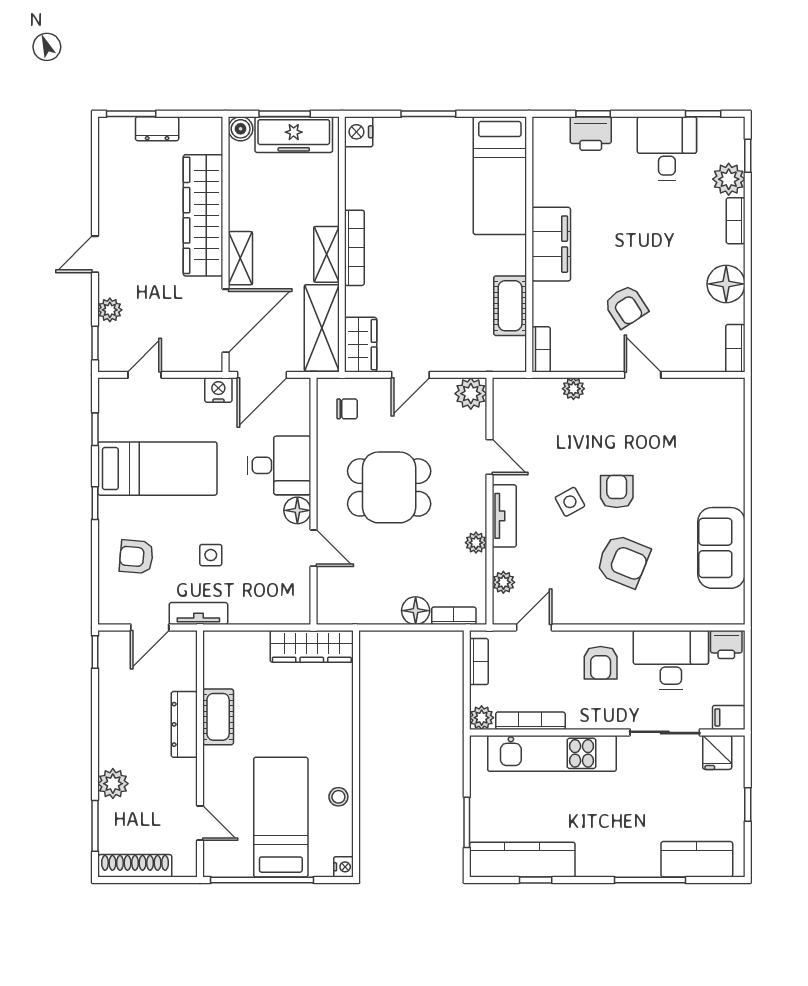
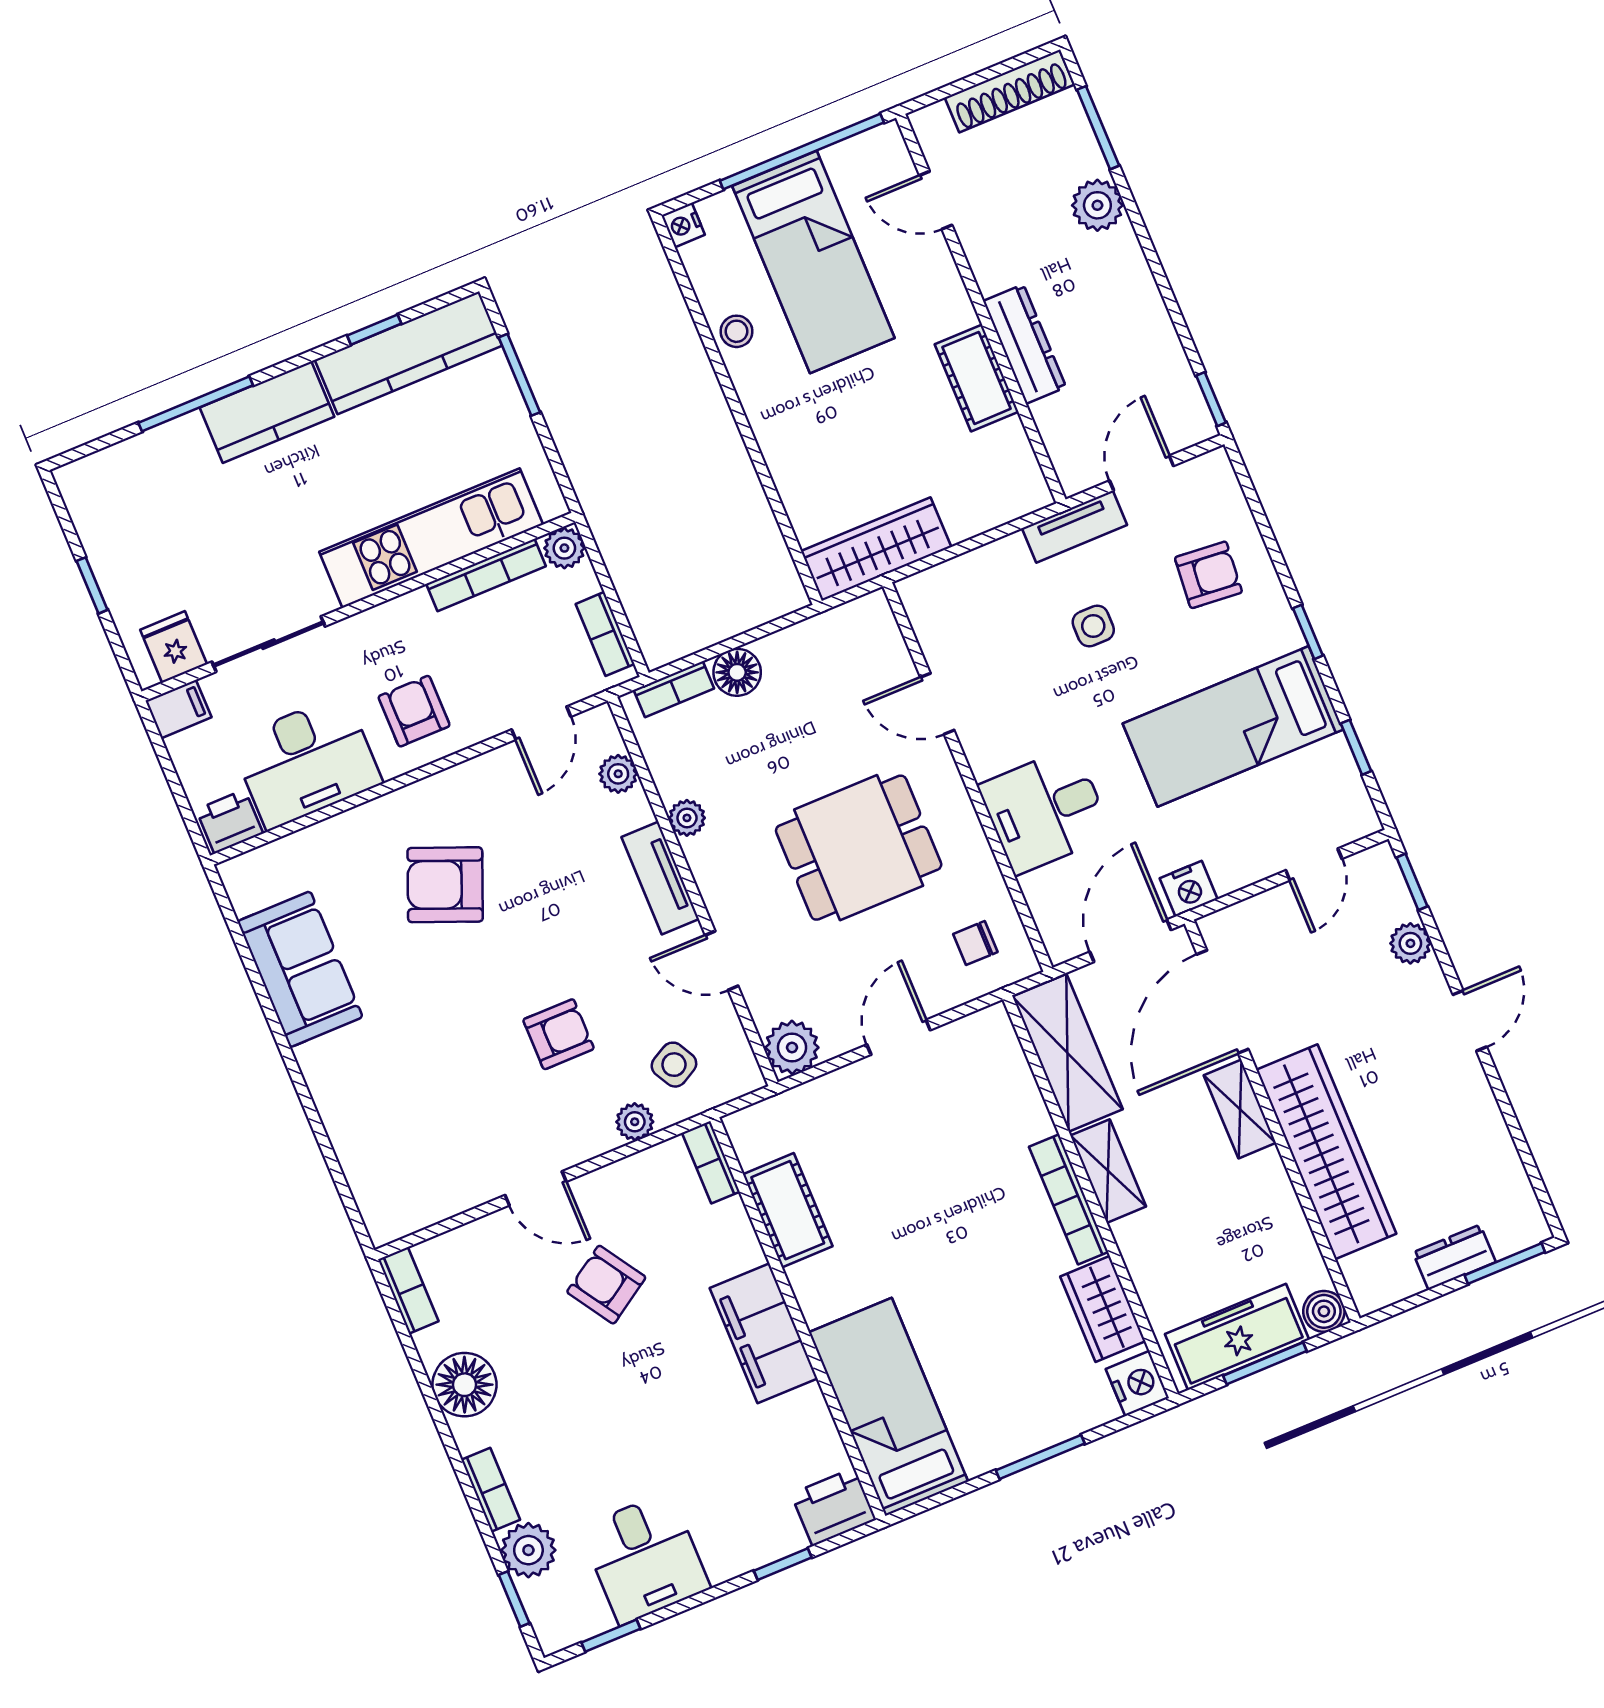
printer: (591, 134) -> (834, 1507), moved
wardrobe: (361, 345) -> (1103, 1309), moved
armchair: (617, 492) -> (559, 1034), moved, turned -90
side table: (570, 502) -> (674, 1065), moved
floor lamp: (297, 510) -> (987, 752), removed
kitchen counter: (697, 859) -> (267, 412), moved

